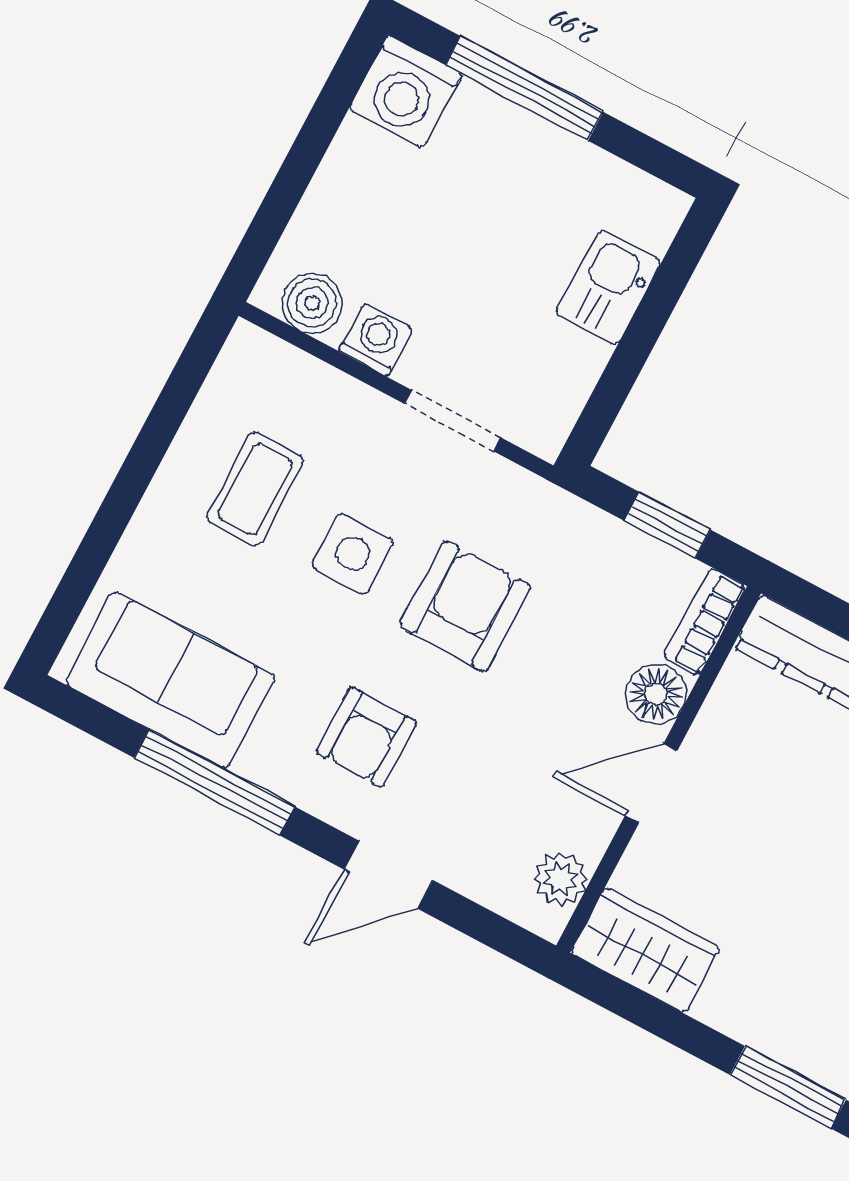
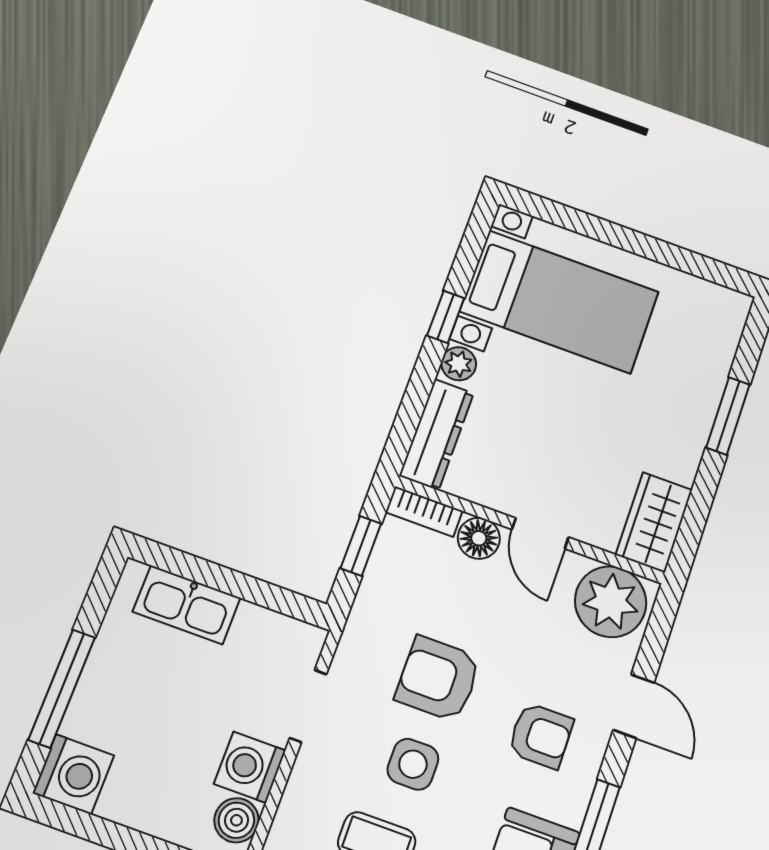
kitchen sink: (608, 288) -> (187, 605), width x1.38
washing machine: (376, 340) -> (250, 767), width x1.38, depth x1.38
plant: (561, 879) -> (611, 602), width x1.88, depth x1.88

